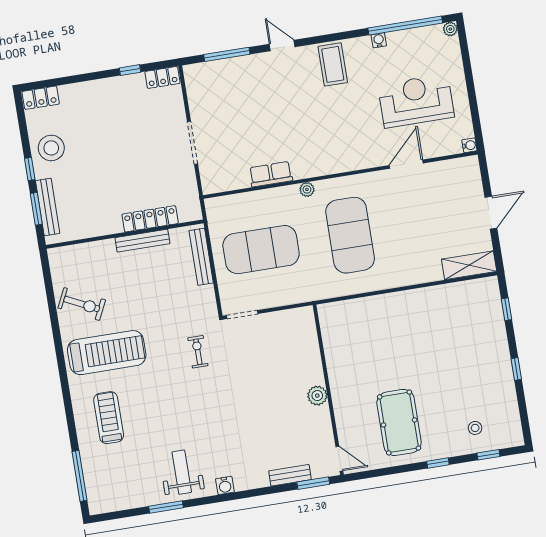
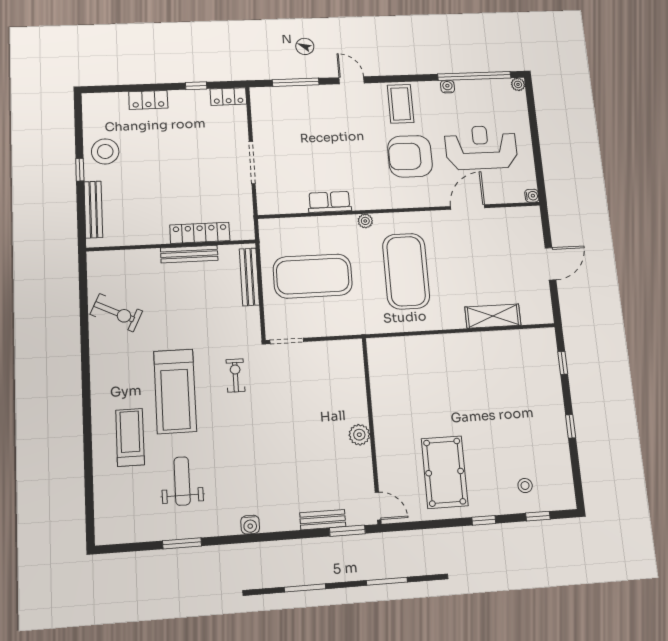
locker: (41, 98) -> (148, 100), moved
armchair: (346, 118) -> (410, 156), added
window: (36, 209) -> (81, 210), removed
shelving: (469, 265) -> (493, 316), moved
treadmill: (107, 353) -> (175, 391), moved, turned 90
weight bench: (182, 472) -> (182, 481), moved
window: (79, 476) -> (89, 499), removed

